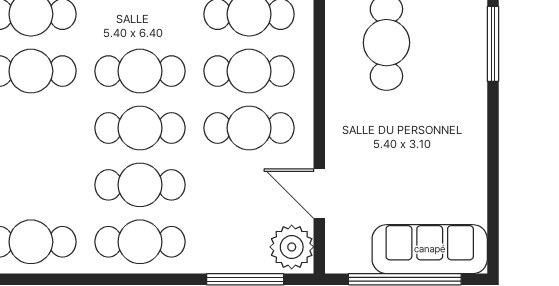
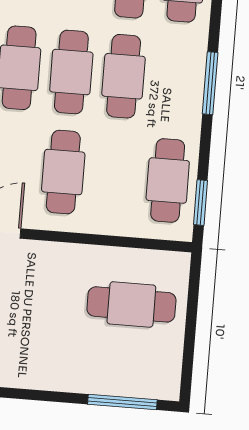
cafe table: (249, 71) -> (115, 176), removed

